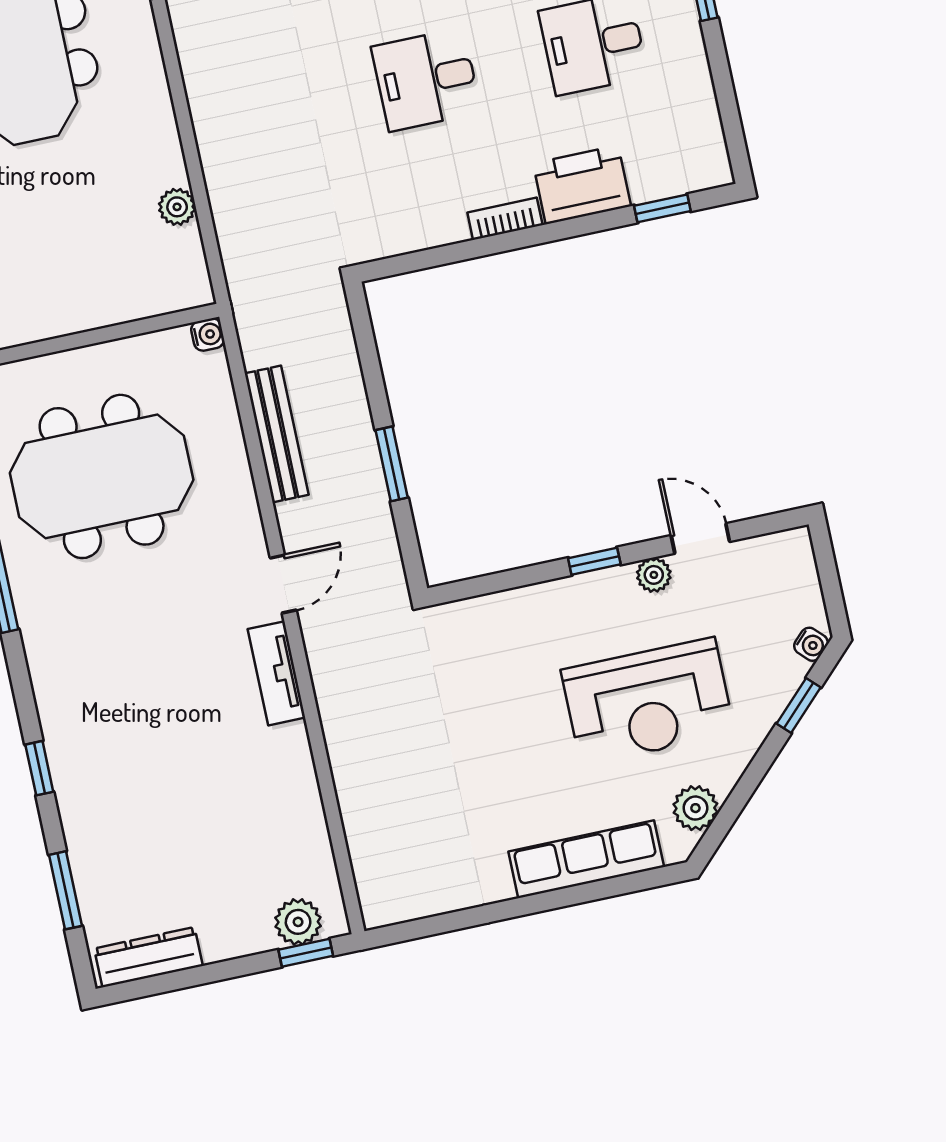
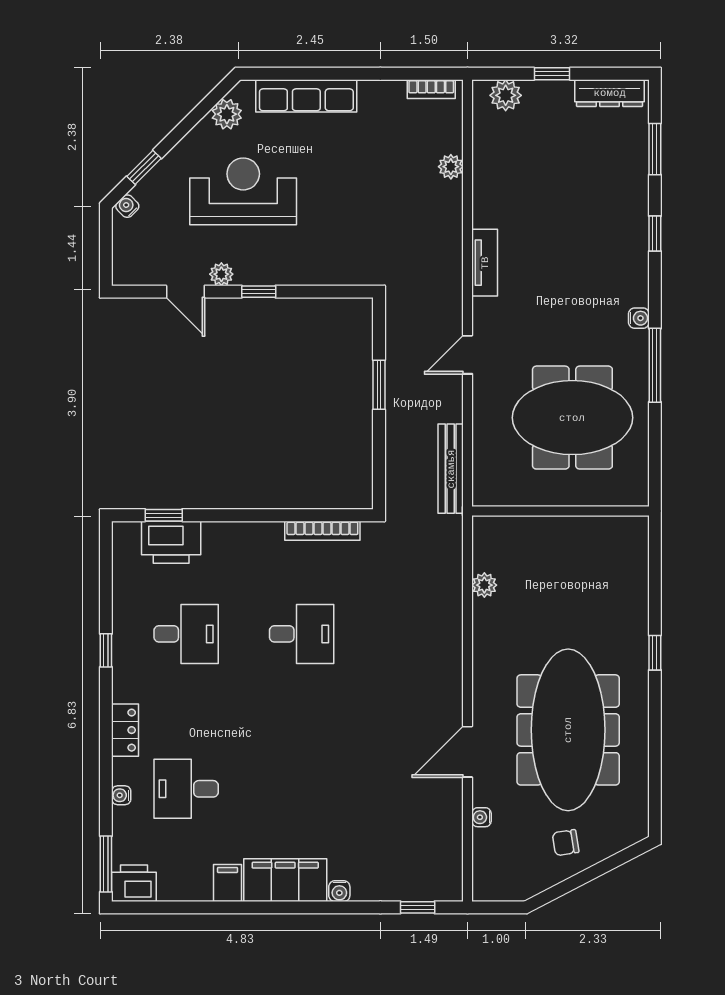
printer: (582, 185) -> (171, 542), moved
bookcase: (505, 219) -> (322, 531), moved, width x1.56
water cooler: (208, 335) -> (639, 318), moved, turned 180
bench: (277, 434) -> (451, 469), moved
door: (283, 584) -> (468, 355), moved
plant: (355, 802) -> (451, 167), added
bookcase: (408, 908) -> (431, 89), added
window: (306, 953) -> (552, 74), moved

